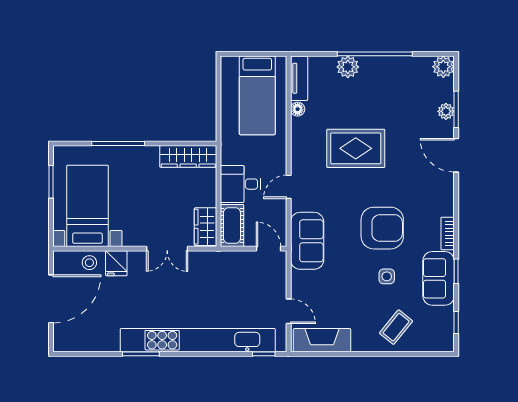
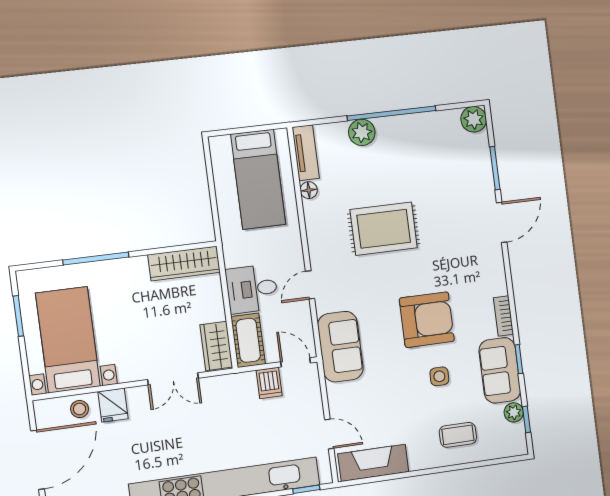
plant: (446, 111) -> (514, 412), moved
door: (456, 155) -> (502, 222), swing flipped
dishwasher: (245, 263) -> (269, 383), added
coffee table: (396, 327) -> (458, 435), turned 51

